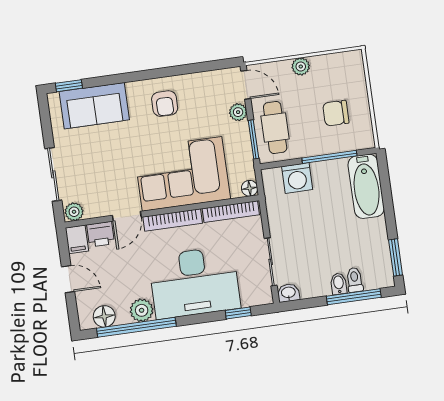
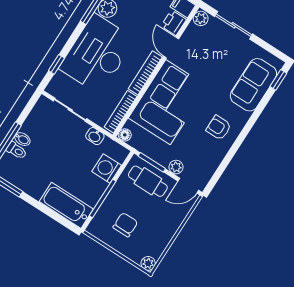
plant: (301, 67) -> (148, 263), moved
washbasin: (288, 293) -> (95, 136), moved, turned 90

